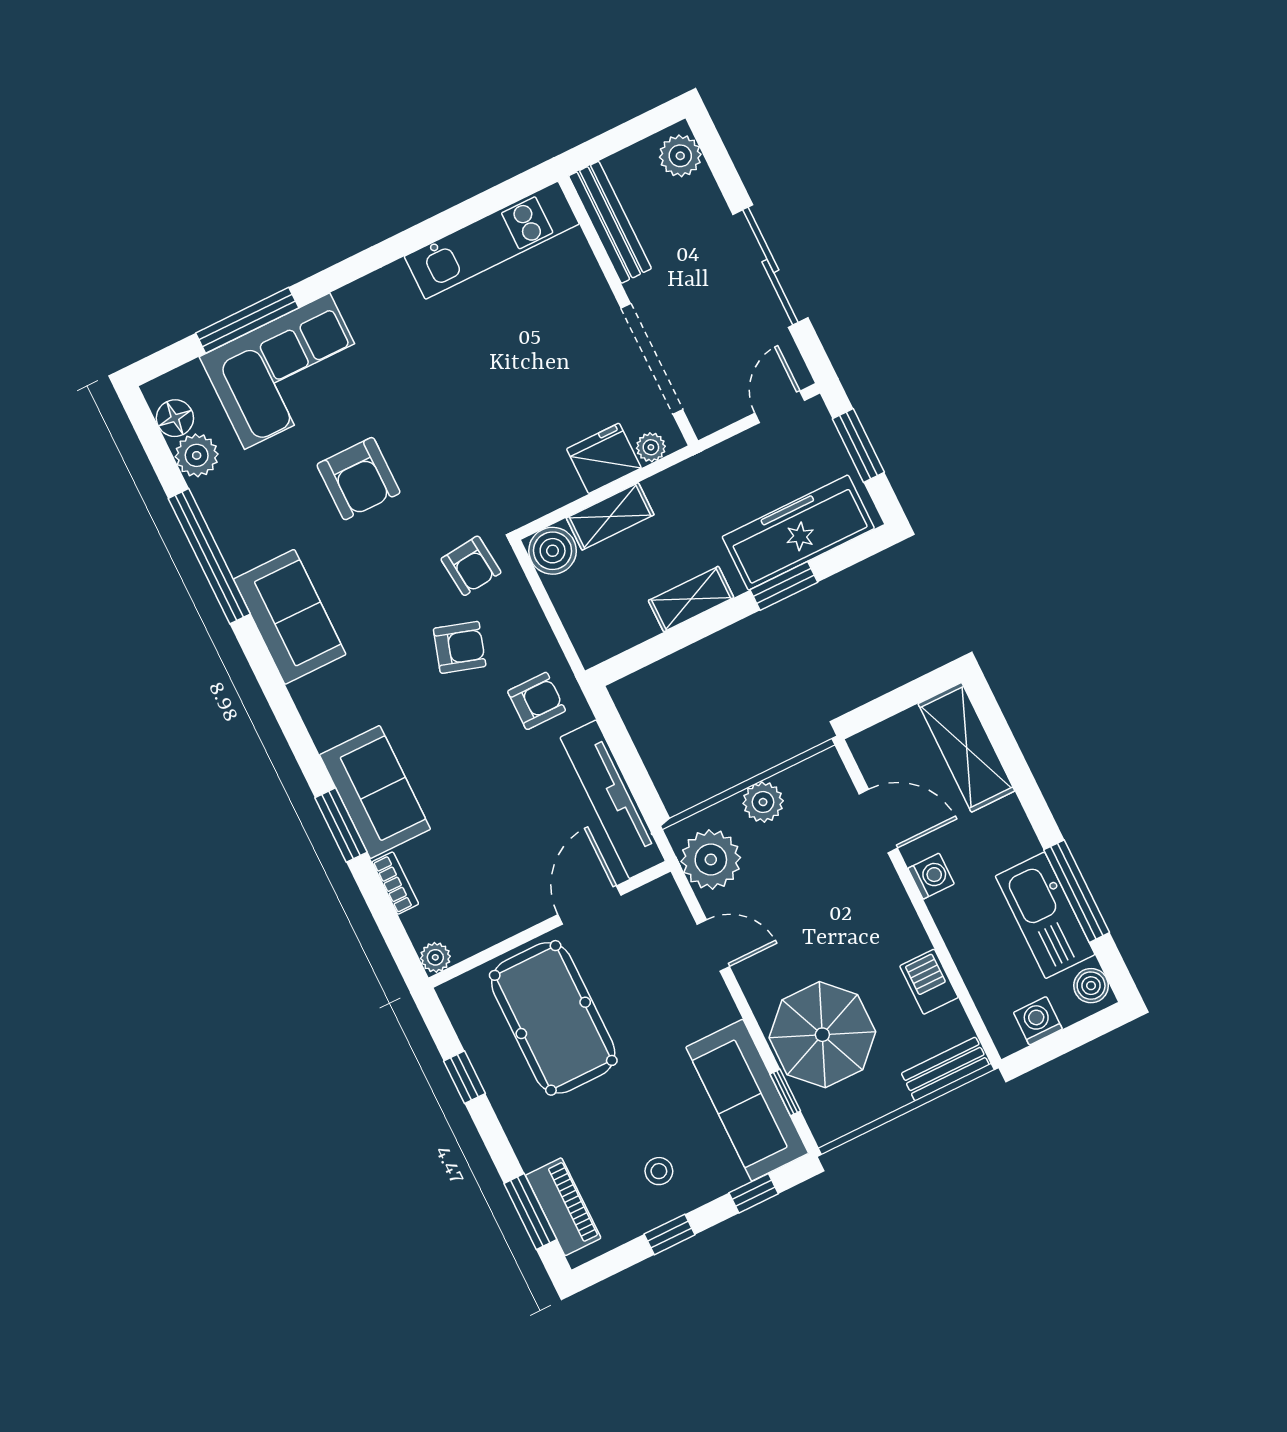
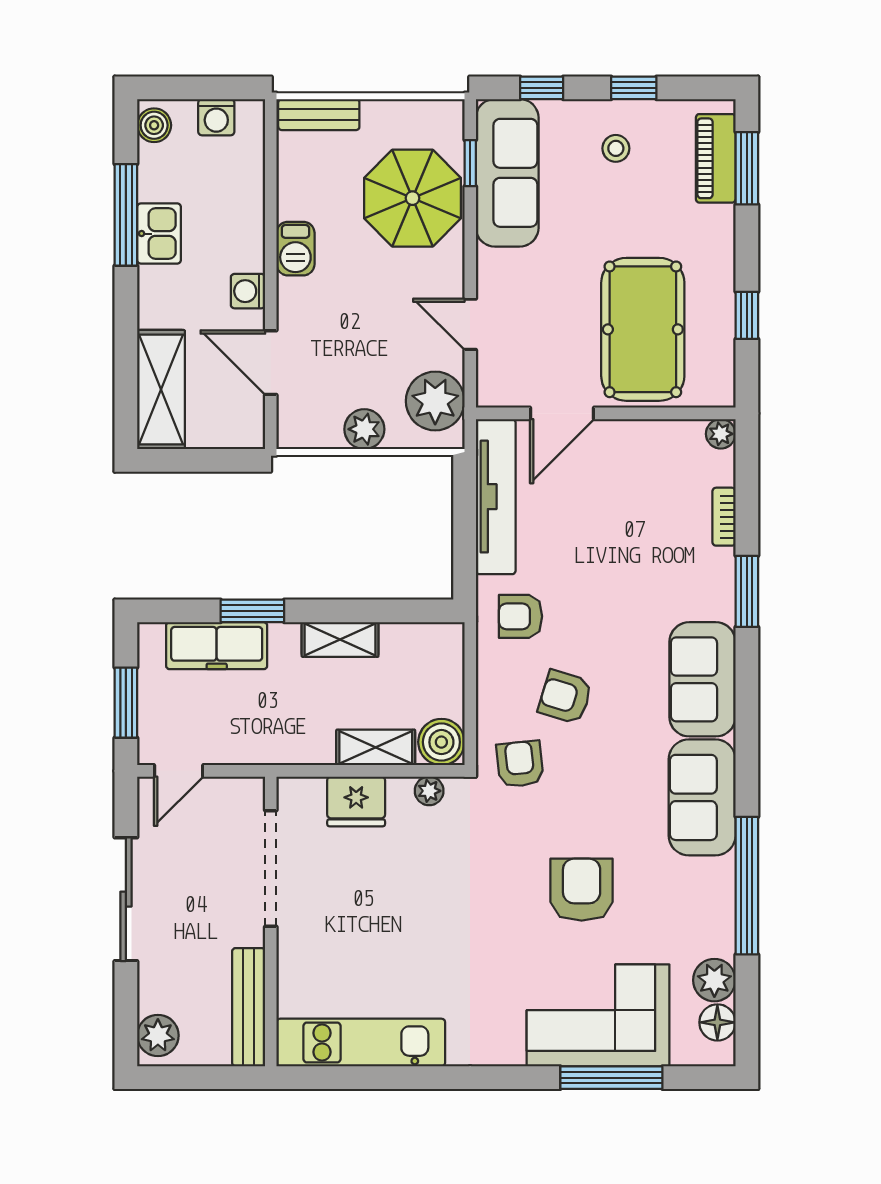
plant: (651, 447) -> (429, 791), moved
freezer: (798, 533) -> (217, 646), width x0.73, depth x0.79
sofa: (375, 792) -> (702, 679), moved
kitchen sink: (1045, 915) -> (159, 234), width x0.53, depth x0.81
barbecue: (929, 982) -> (295, 249), moved

